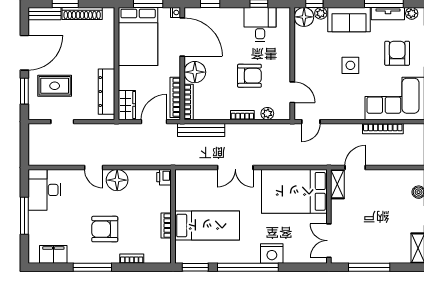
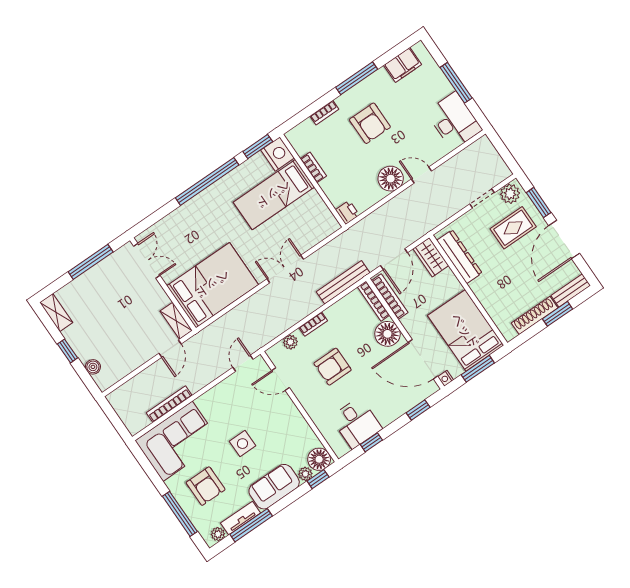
plant: (40, 111) -> (510, 194), added
armchair: (105, 229) -> (370, 123), turned 90
nightstand: (272, 253) -> (278, 154), moved, turned 90

